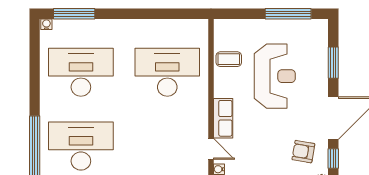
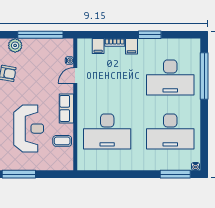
reception desk: (275, 76) -> (29, 129), turned 180
row of seats: (223, 118) -> (66, 108), moved
door: (211, 149) -> (75, 75), hinge flipped

